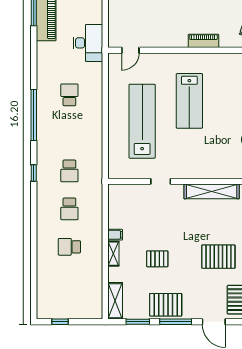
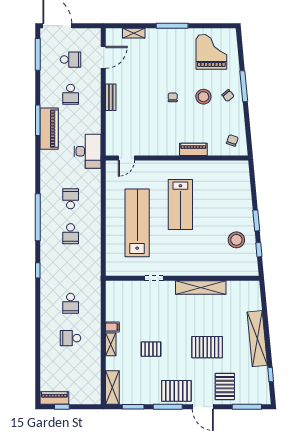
school desk: (69, 171) -> (71, 234), moved
pallet: (166, 305) -> (176, 391), moved
piano: (52, 312) -> (54, 398), added

